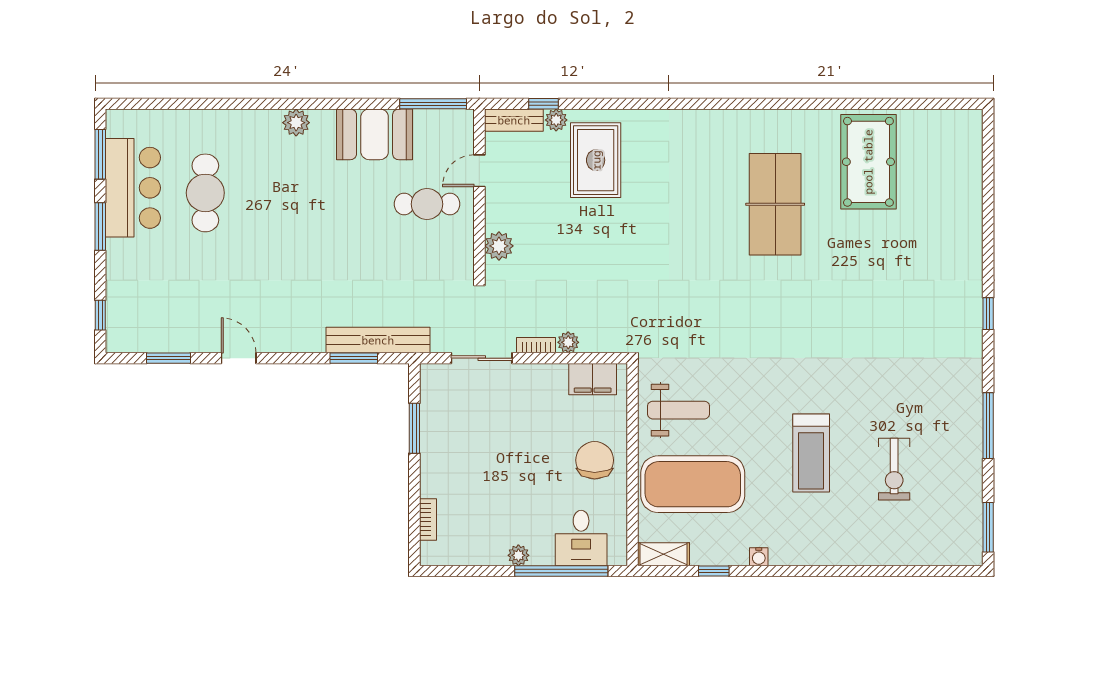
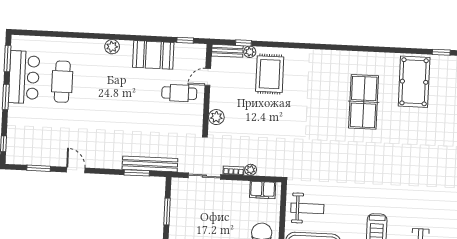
window: (433, 104) -> (185, 40), width x0.46
window: (917, 104) -> (441, 52), added

